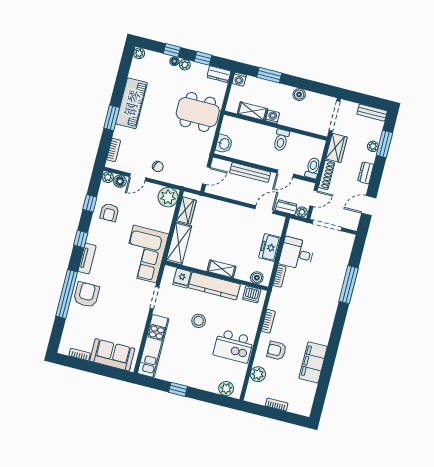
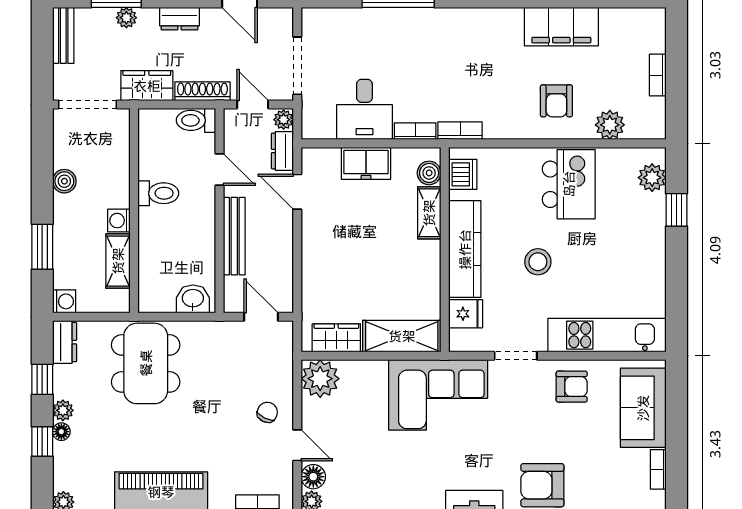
armchair: (109, 212) -> (572, 387), moved
shelving: (222, 269) -> (429, 213), moved
bookcase: (268, 321) -> (460, 131), moved
window: (178, 389) -> (677, 210), moved

